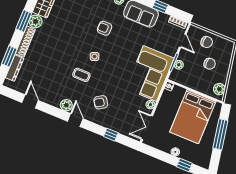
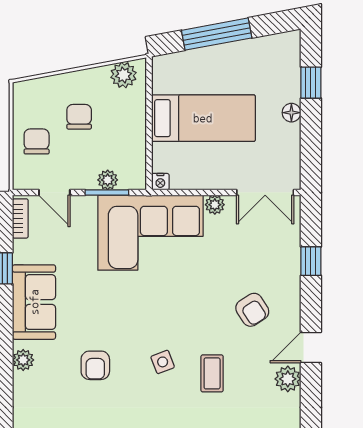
door: (183, 41) -> (54, 192), swing flipped
bed: (193, 117) -> (203, 118), width x0.67

